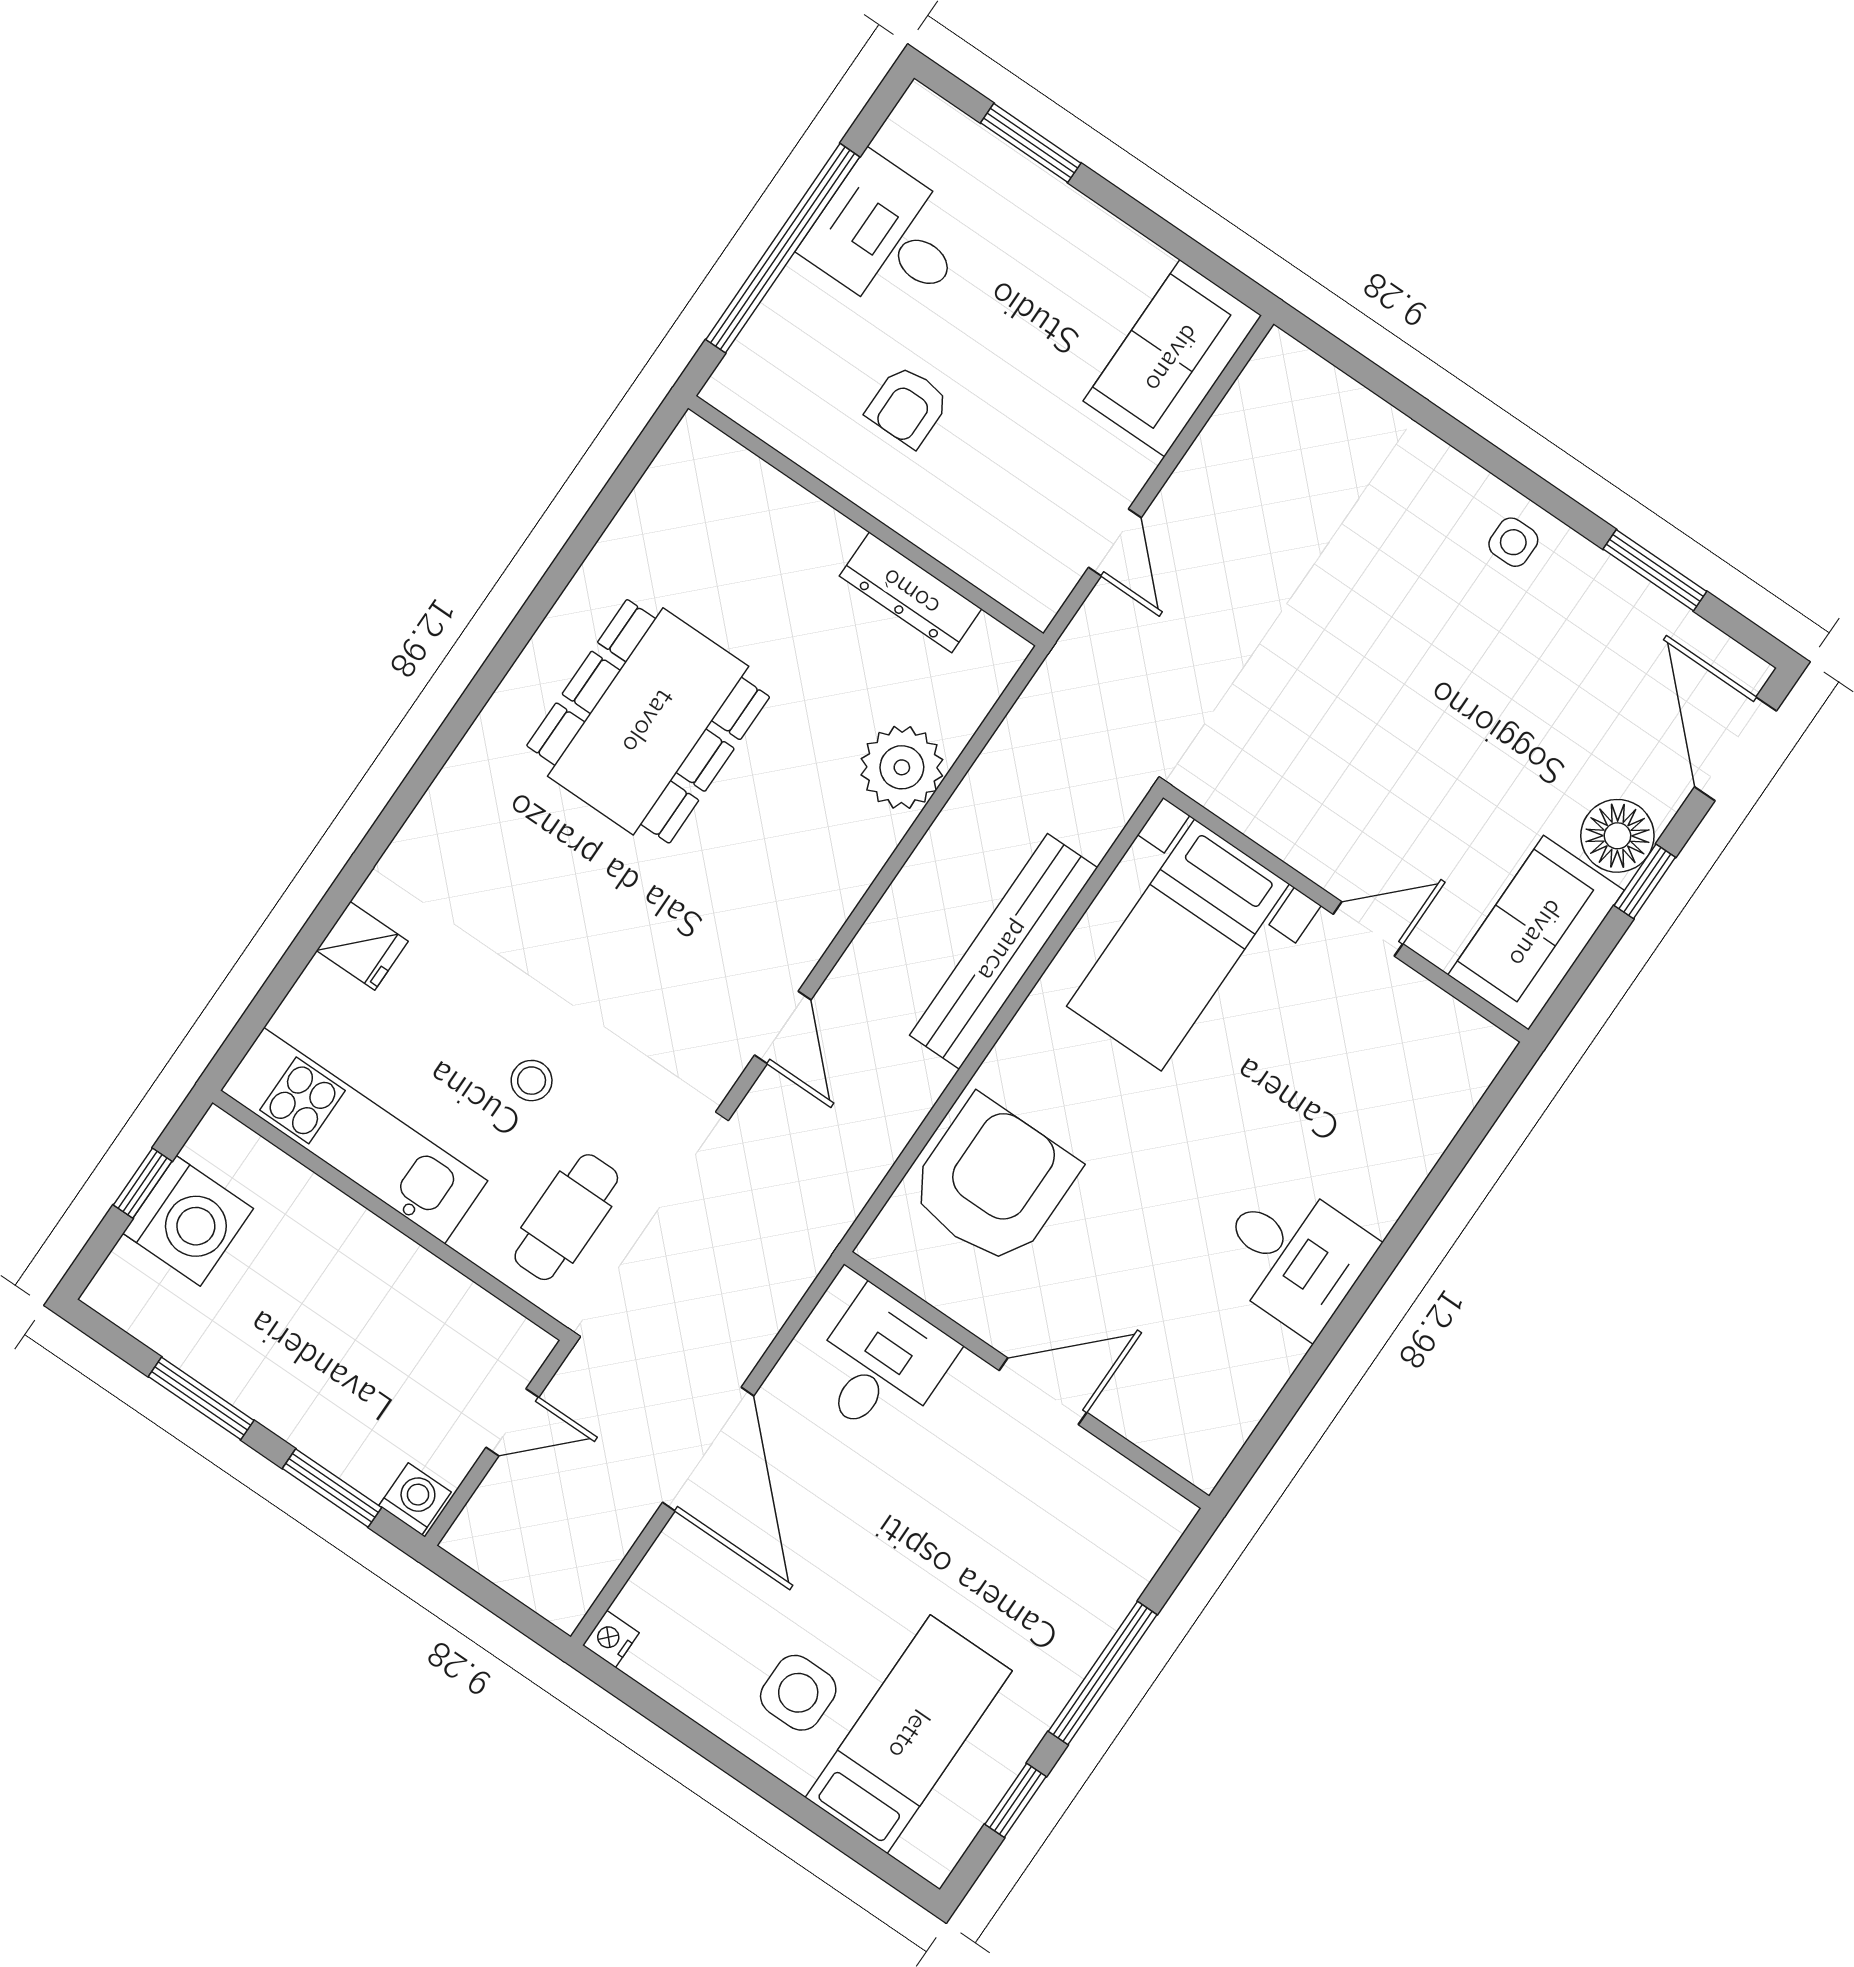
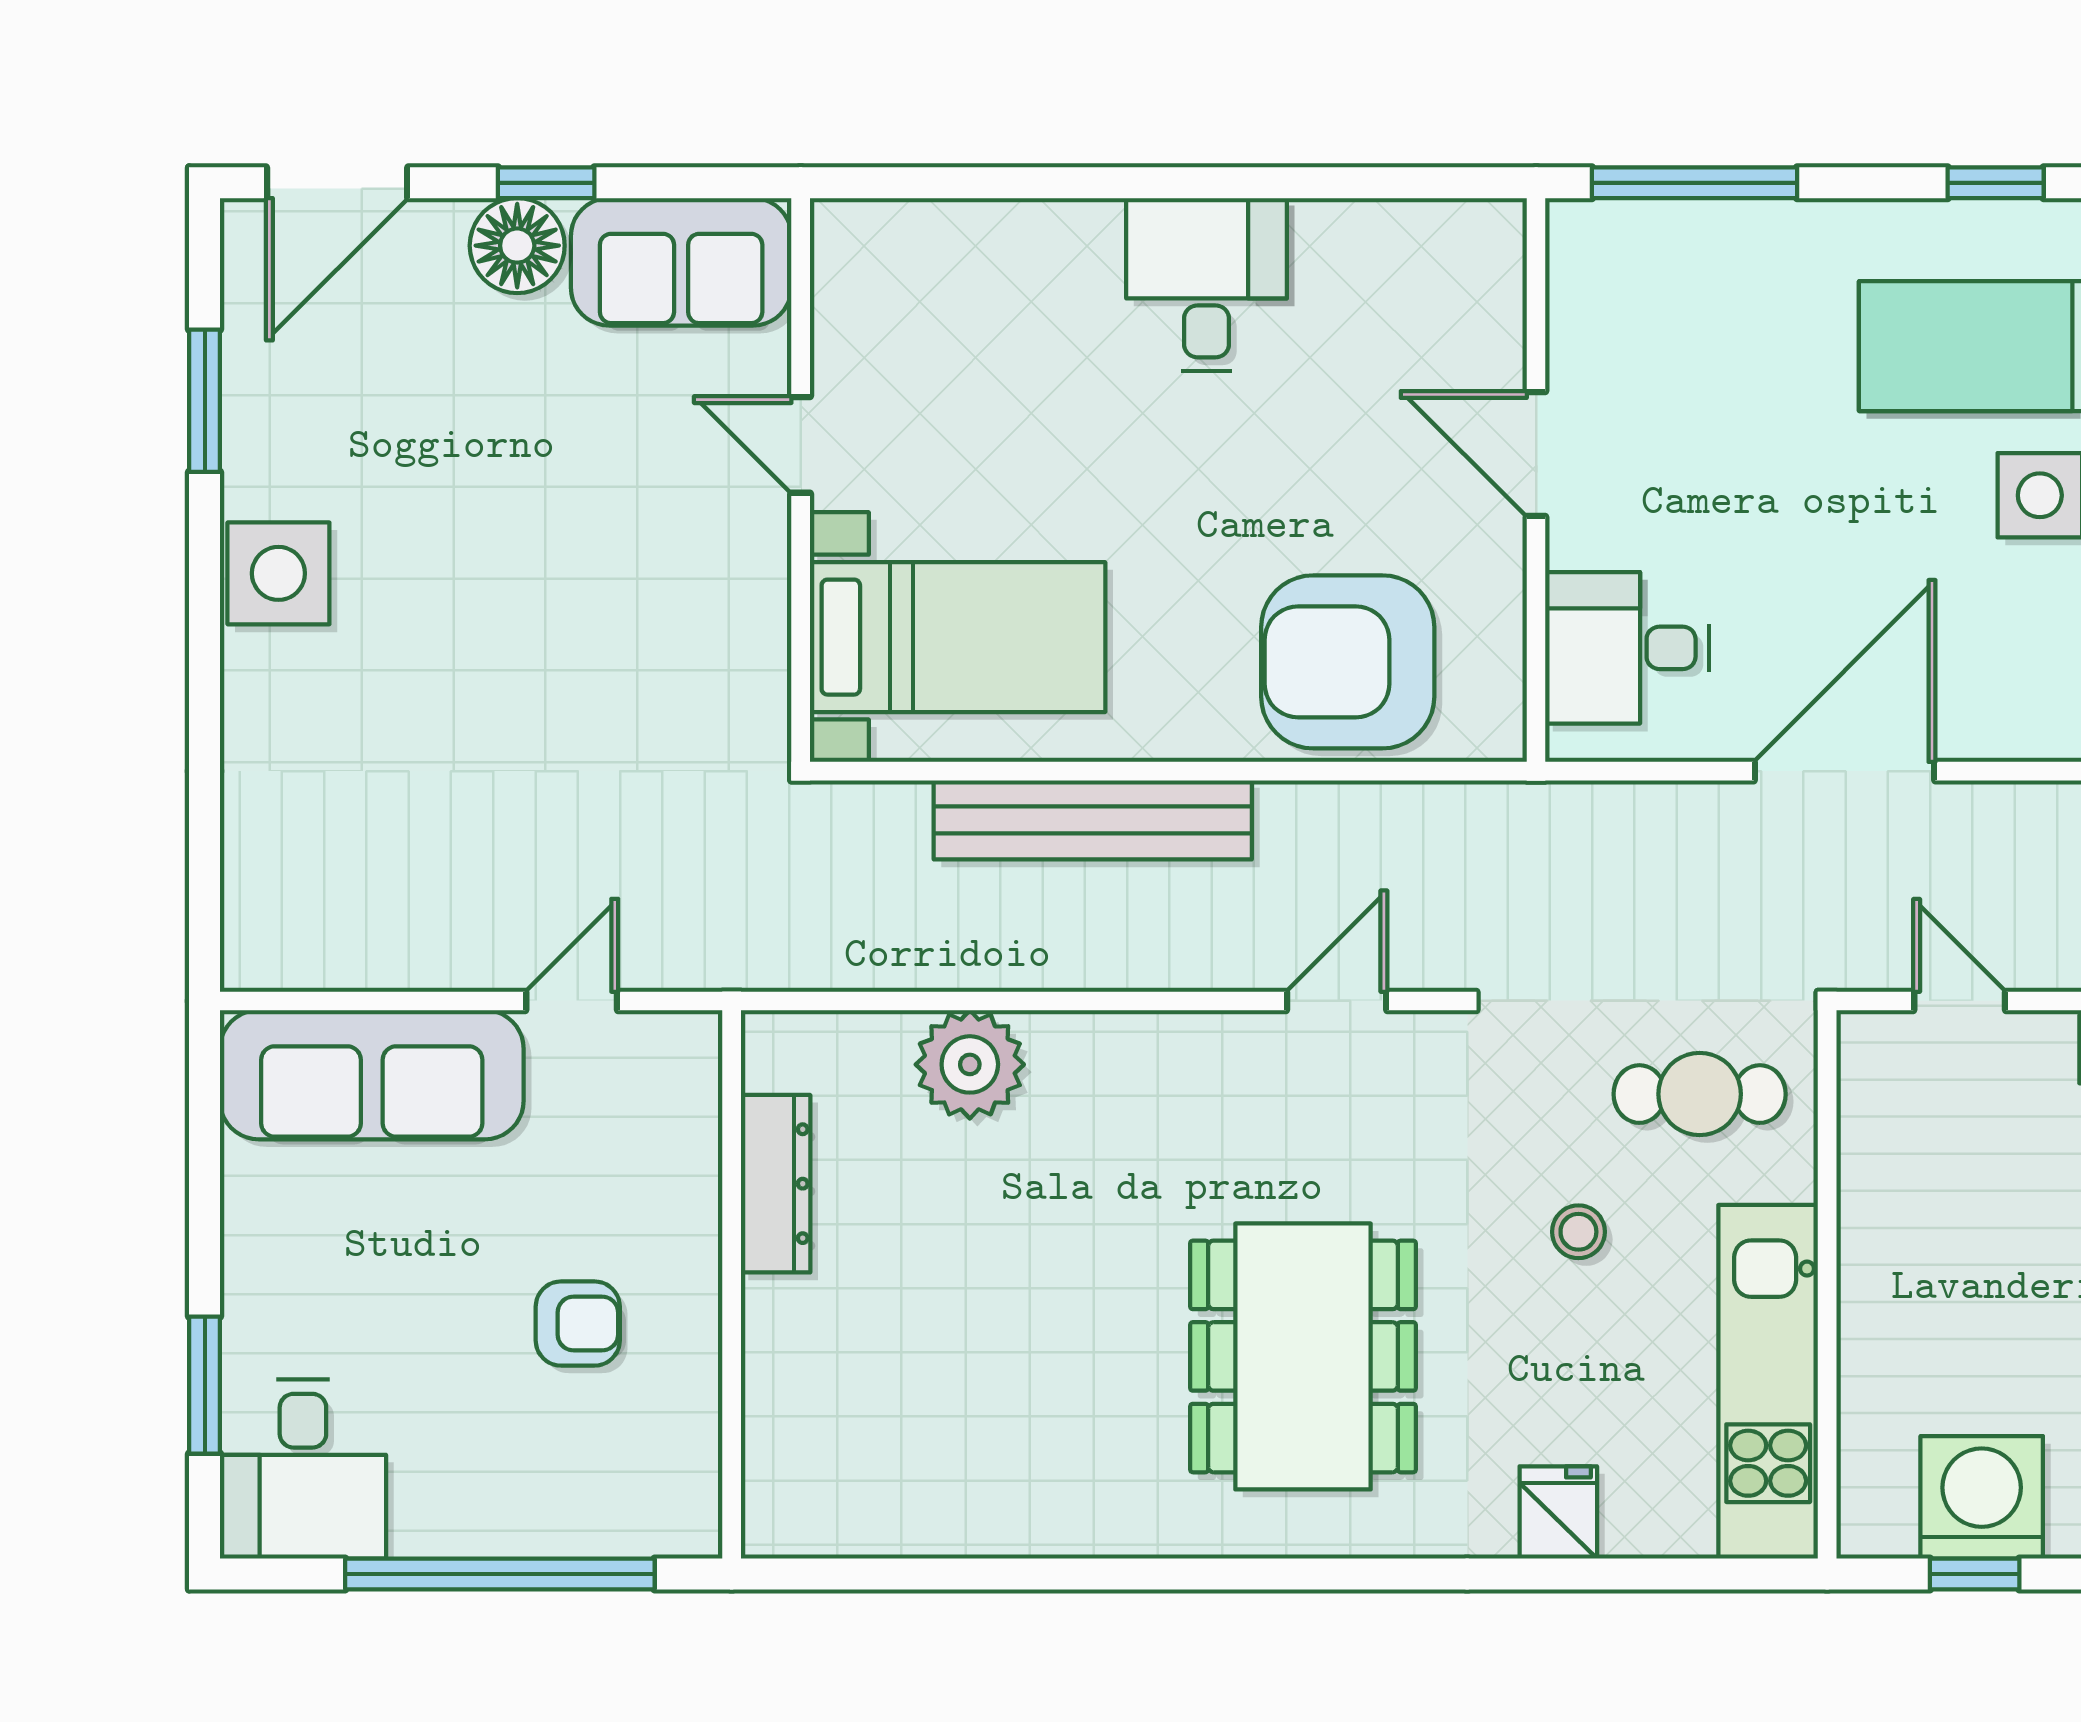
desk: (888, 238) -> (303, 1469), moved
sofa: (1172, 358) -> (372, 1075), width x1.36
side table: (1513, 542) -> (278, 573), width x1.87, depth x1.87
dining table: (648, 721) -> (1303, 1356), moved, turned 90
window: (1103, 1673) -> (1695, 183), moved

